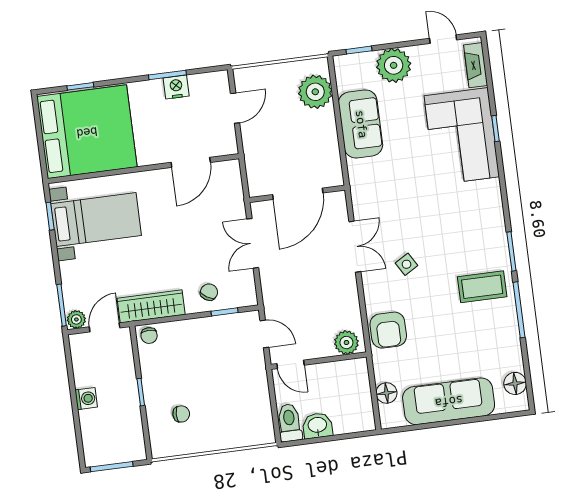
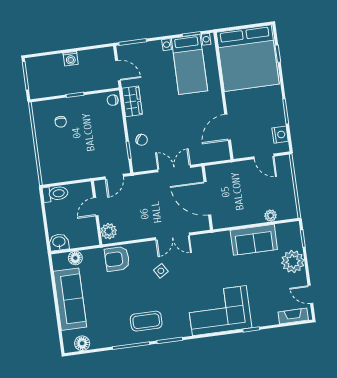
door: (443, 39) -> (310, 294), swing flipped
nightstand: (176, 87) -> (280, 135), moved
plant: (315, 92) -> (271, 216), width x0.53, depth x0.53
corner sofa: (462, 136) -> (219, 311), moved
door: (191, 162) -> (228, 127), hinge flipped
coffee table: (482, 287) -> (146, 321), turned 90
wardrobe: (151, 306) -> (132, 101), width x0.67
plant: (76, 319) -> (123, 52), removed
door: (290, 364) -> (96, 207), moved
washbasin: (317, 426) -> (59, 242), moved, turned -90

